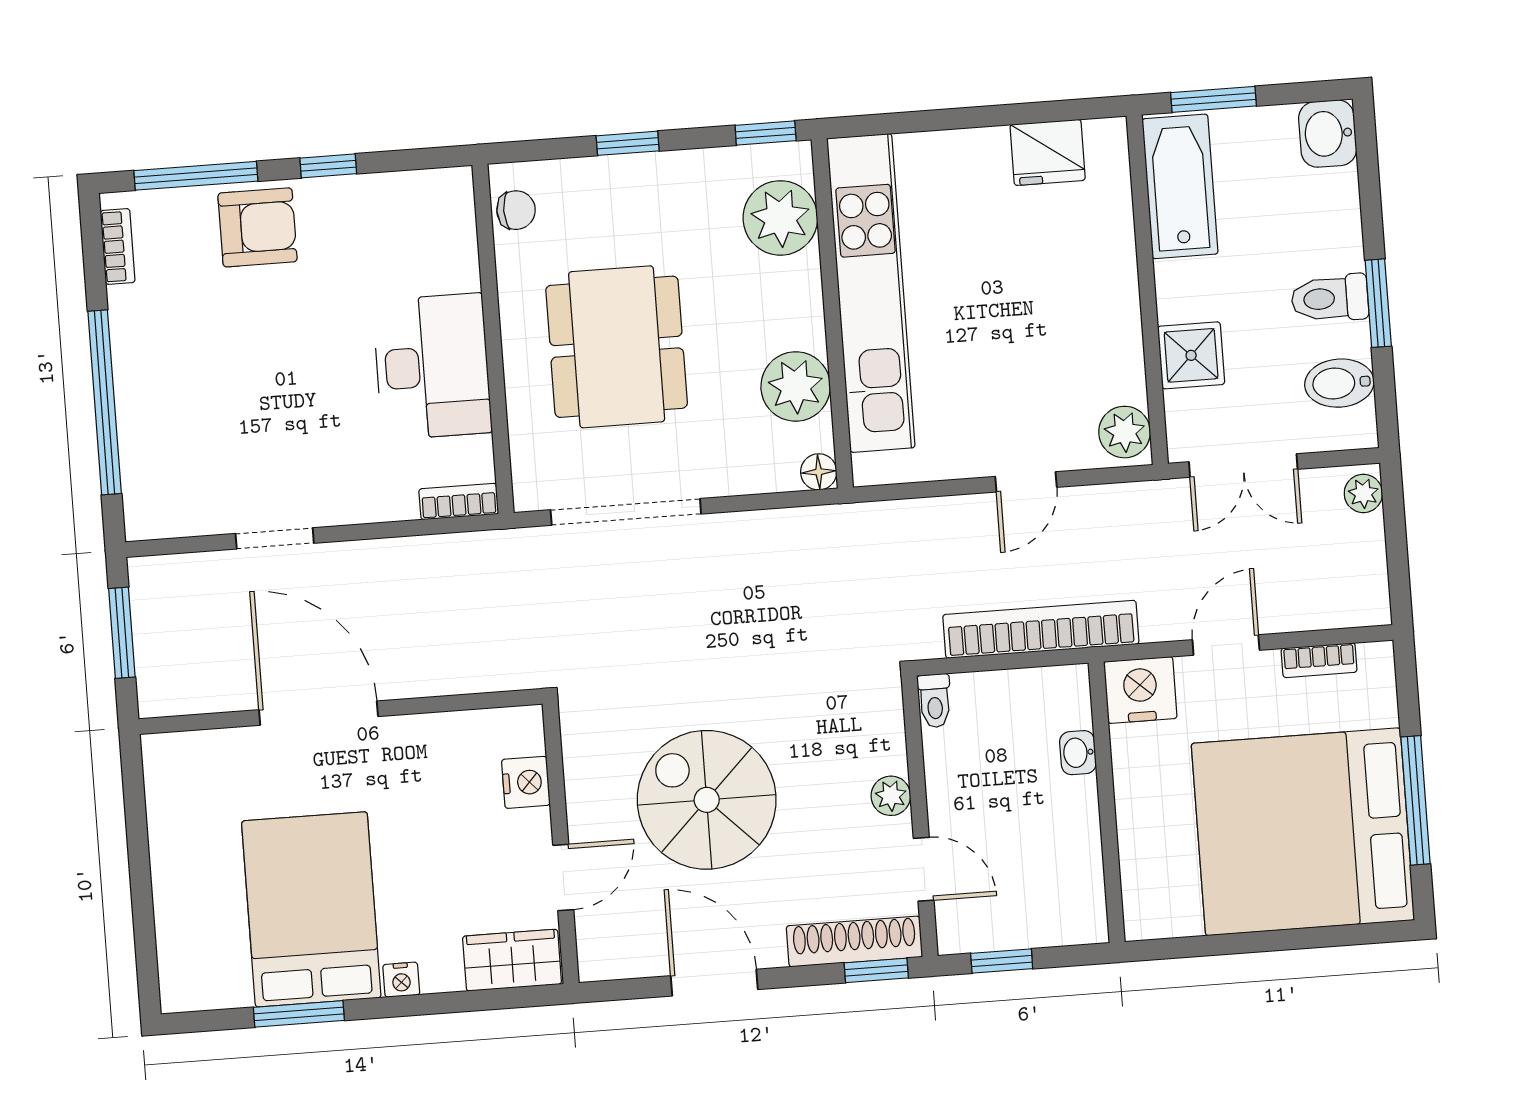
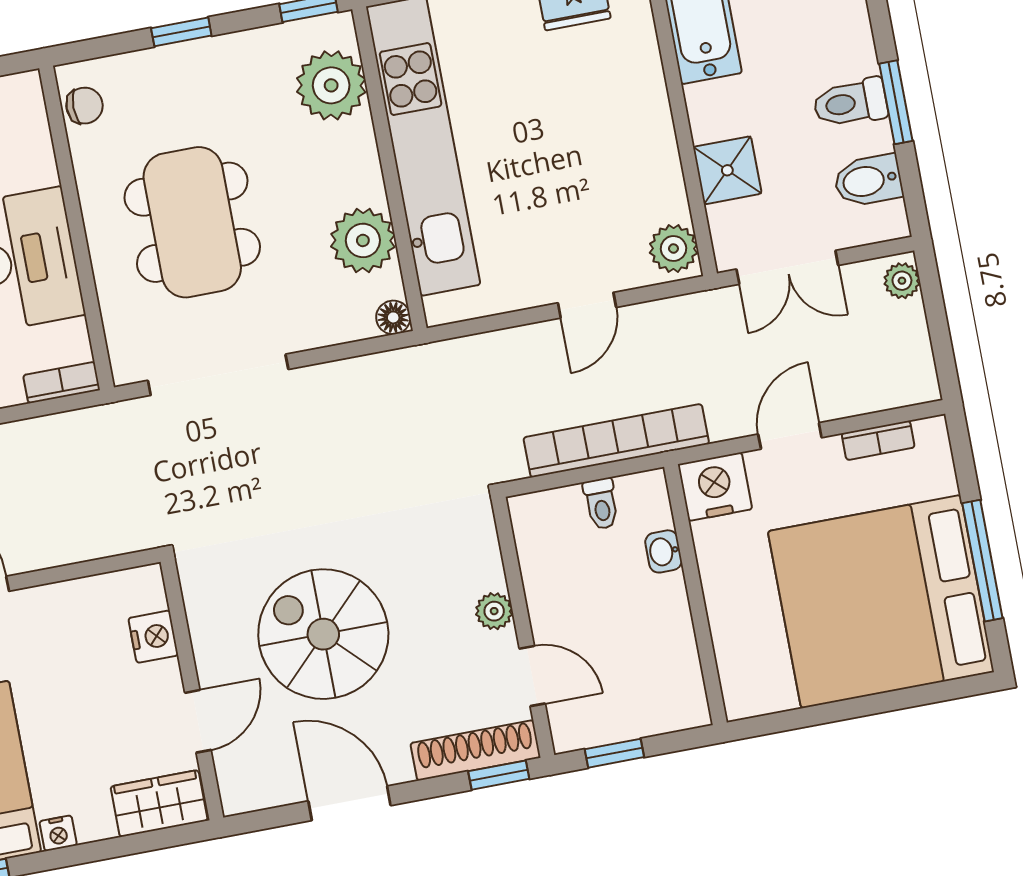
toilet: (935, 701) -> (601, 504), moved

